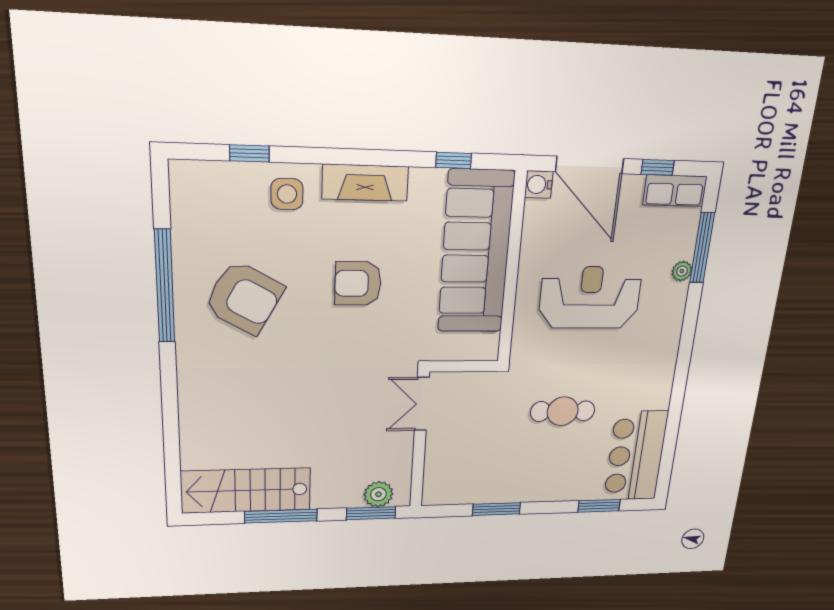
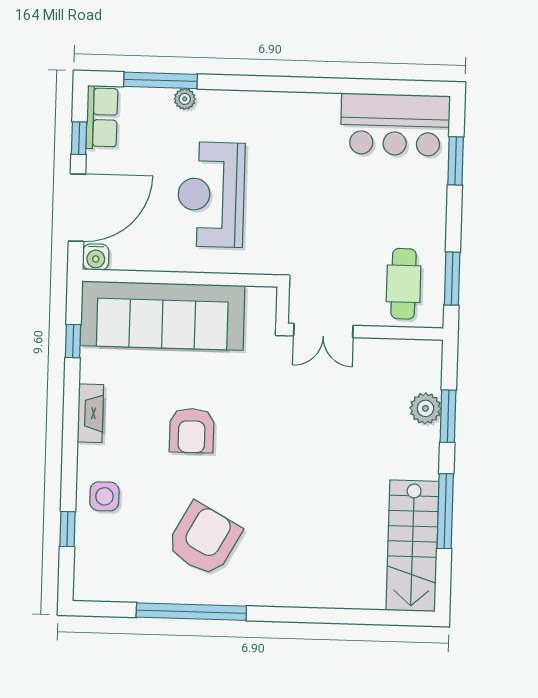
fireplace: (365, 183) -> (90, 413), width x0.73, depth x0.76
double door: (422, 404) -> (323, 331), moved
cafe table: (563, 411) -> (404, 284), moved
wall: (420, 441) -> (365, 332), moved

